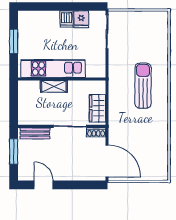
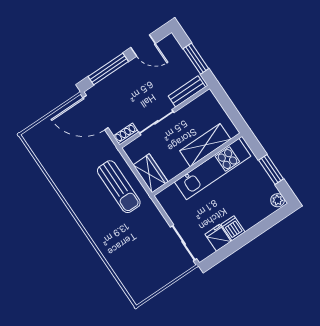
plant: (23, 17) -> (278, 200), added
shelving: (54, 86) -> (205, 145), width x1.50, depth x1.33
sun lounger: (143, 86) -> (119, 187), moved
wardrobe: (97, 108) -> (150, 173), moved
window: (78, 185) -> (108, 69), added

